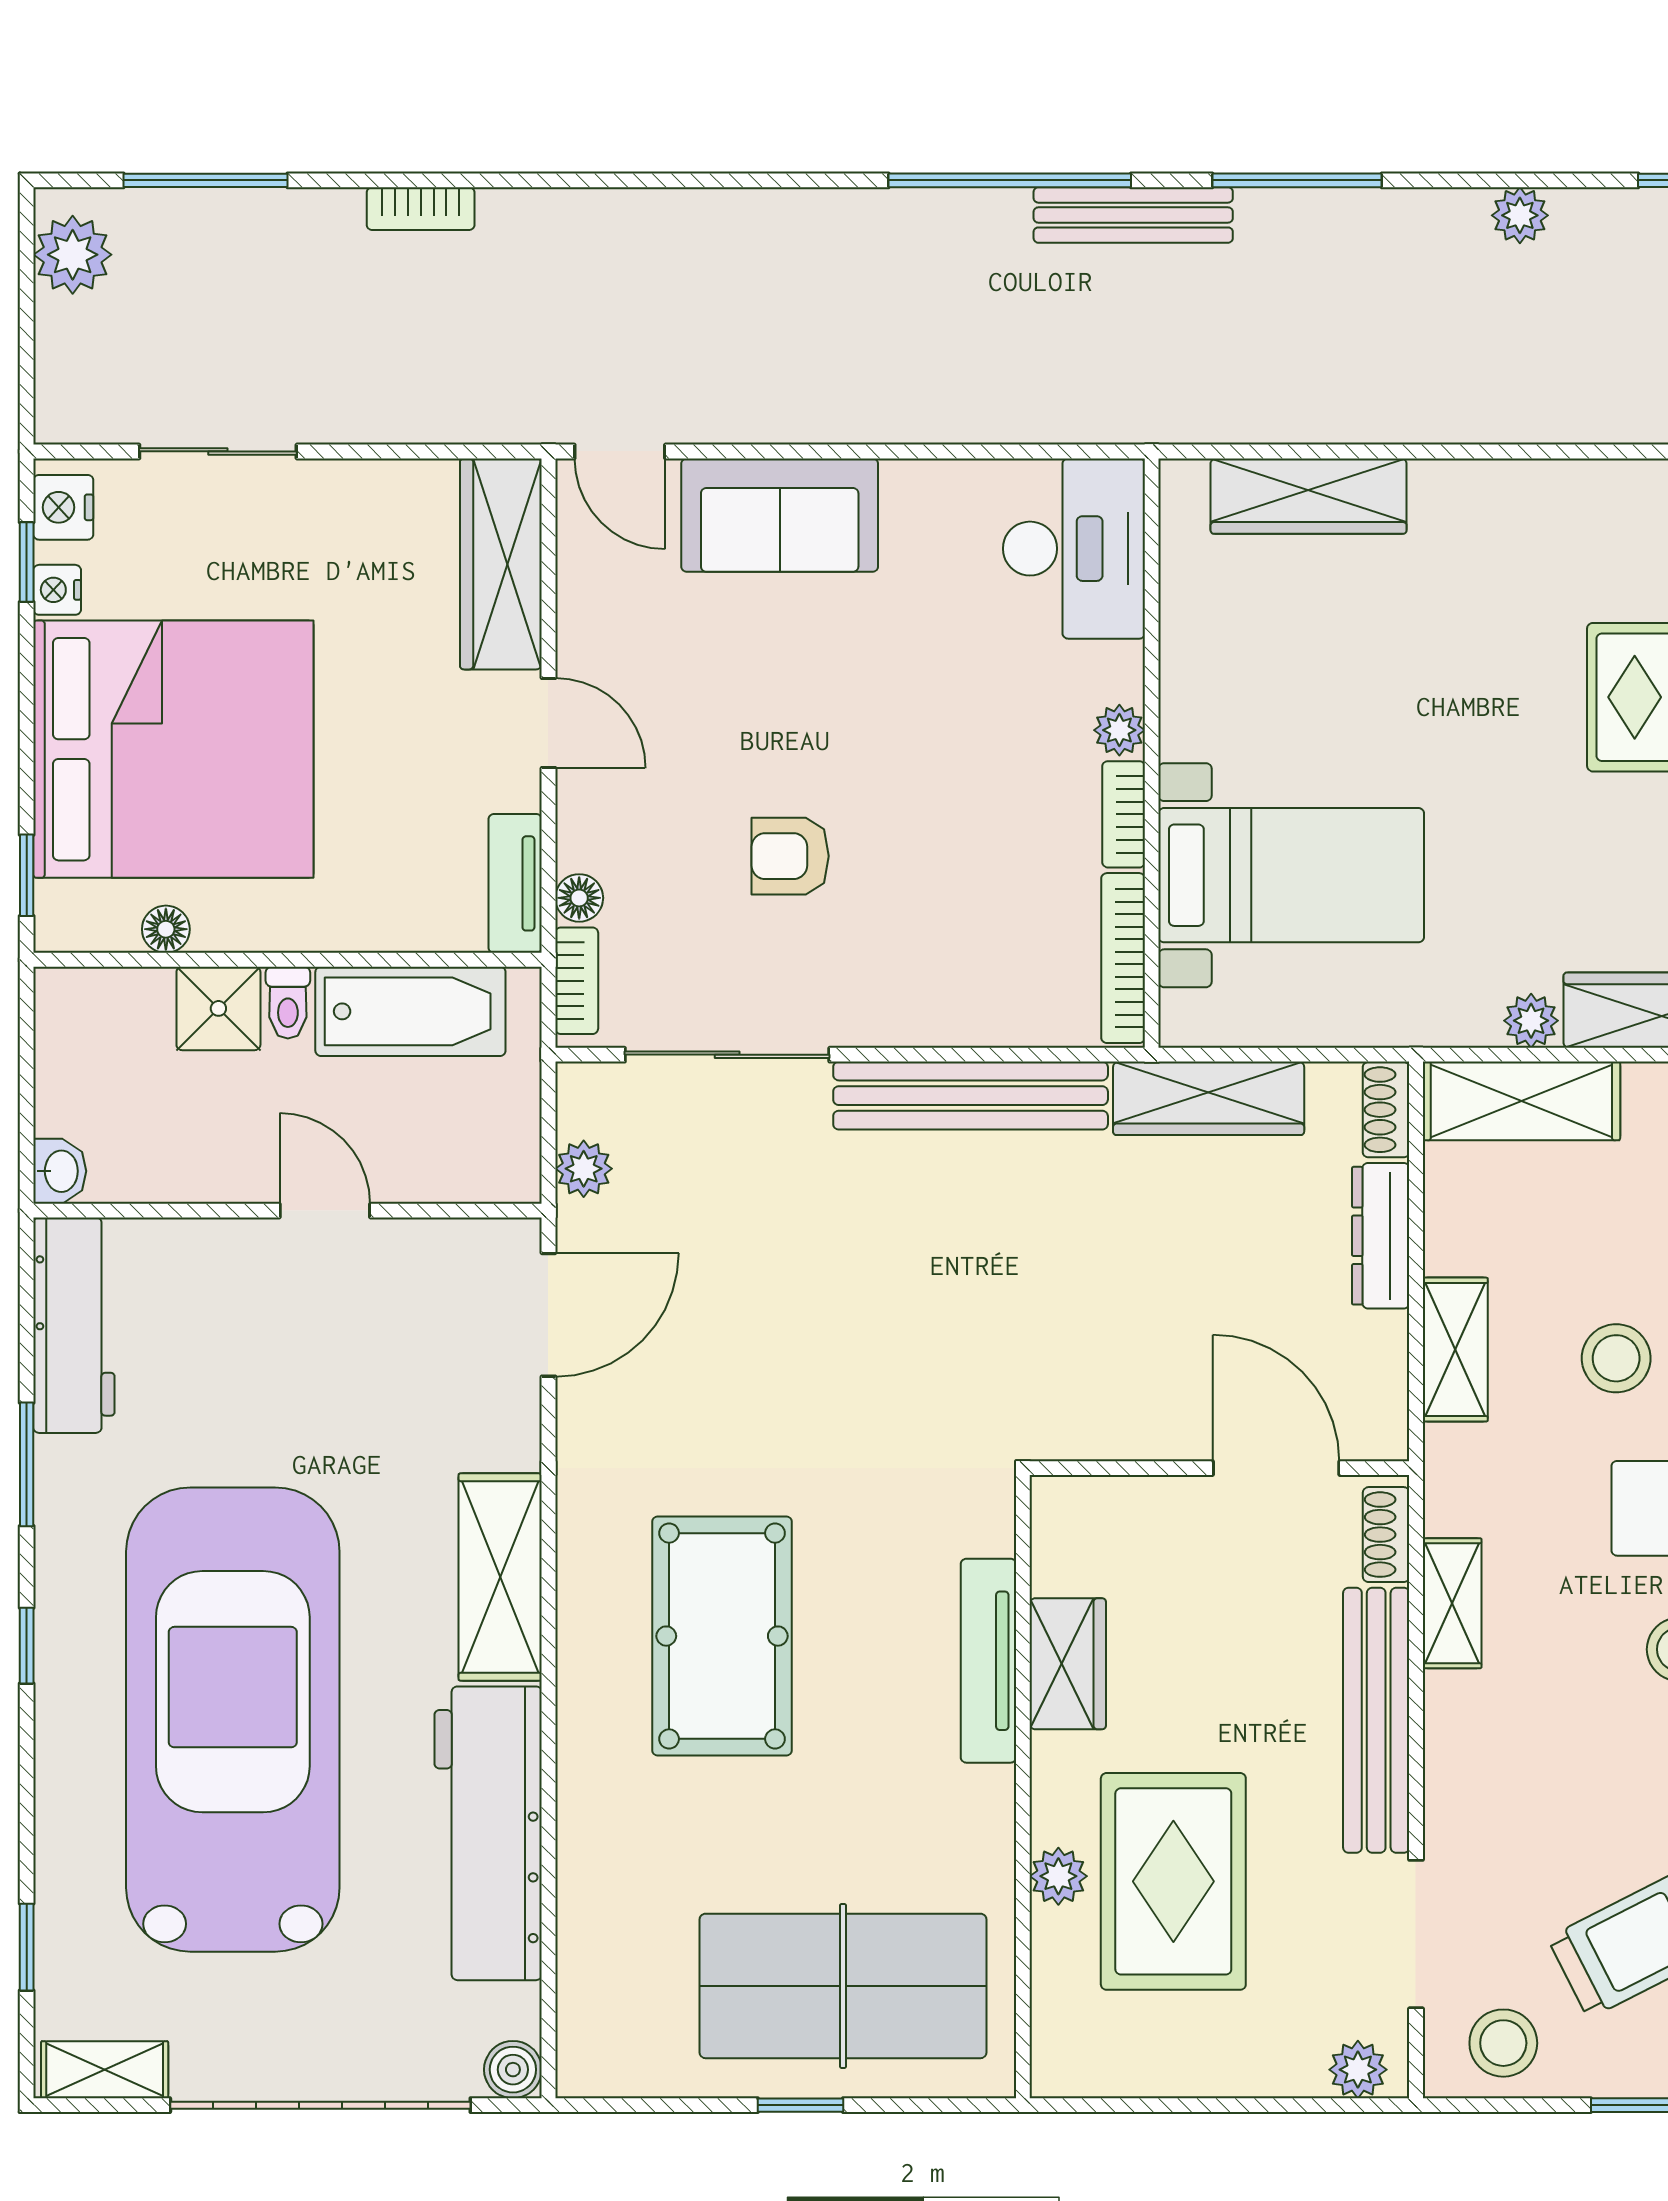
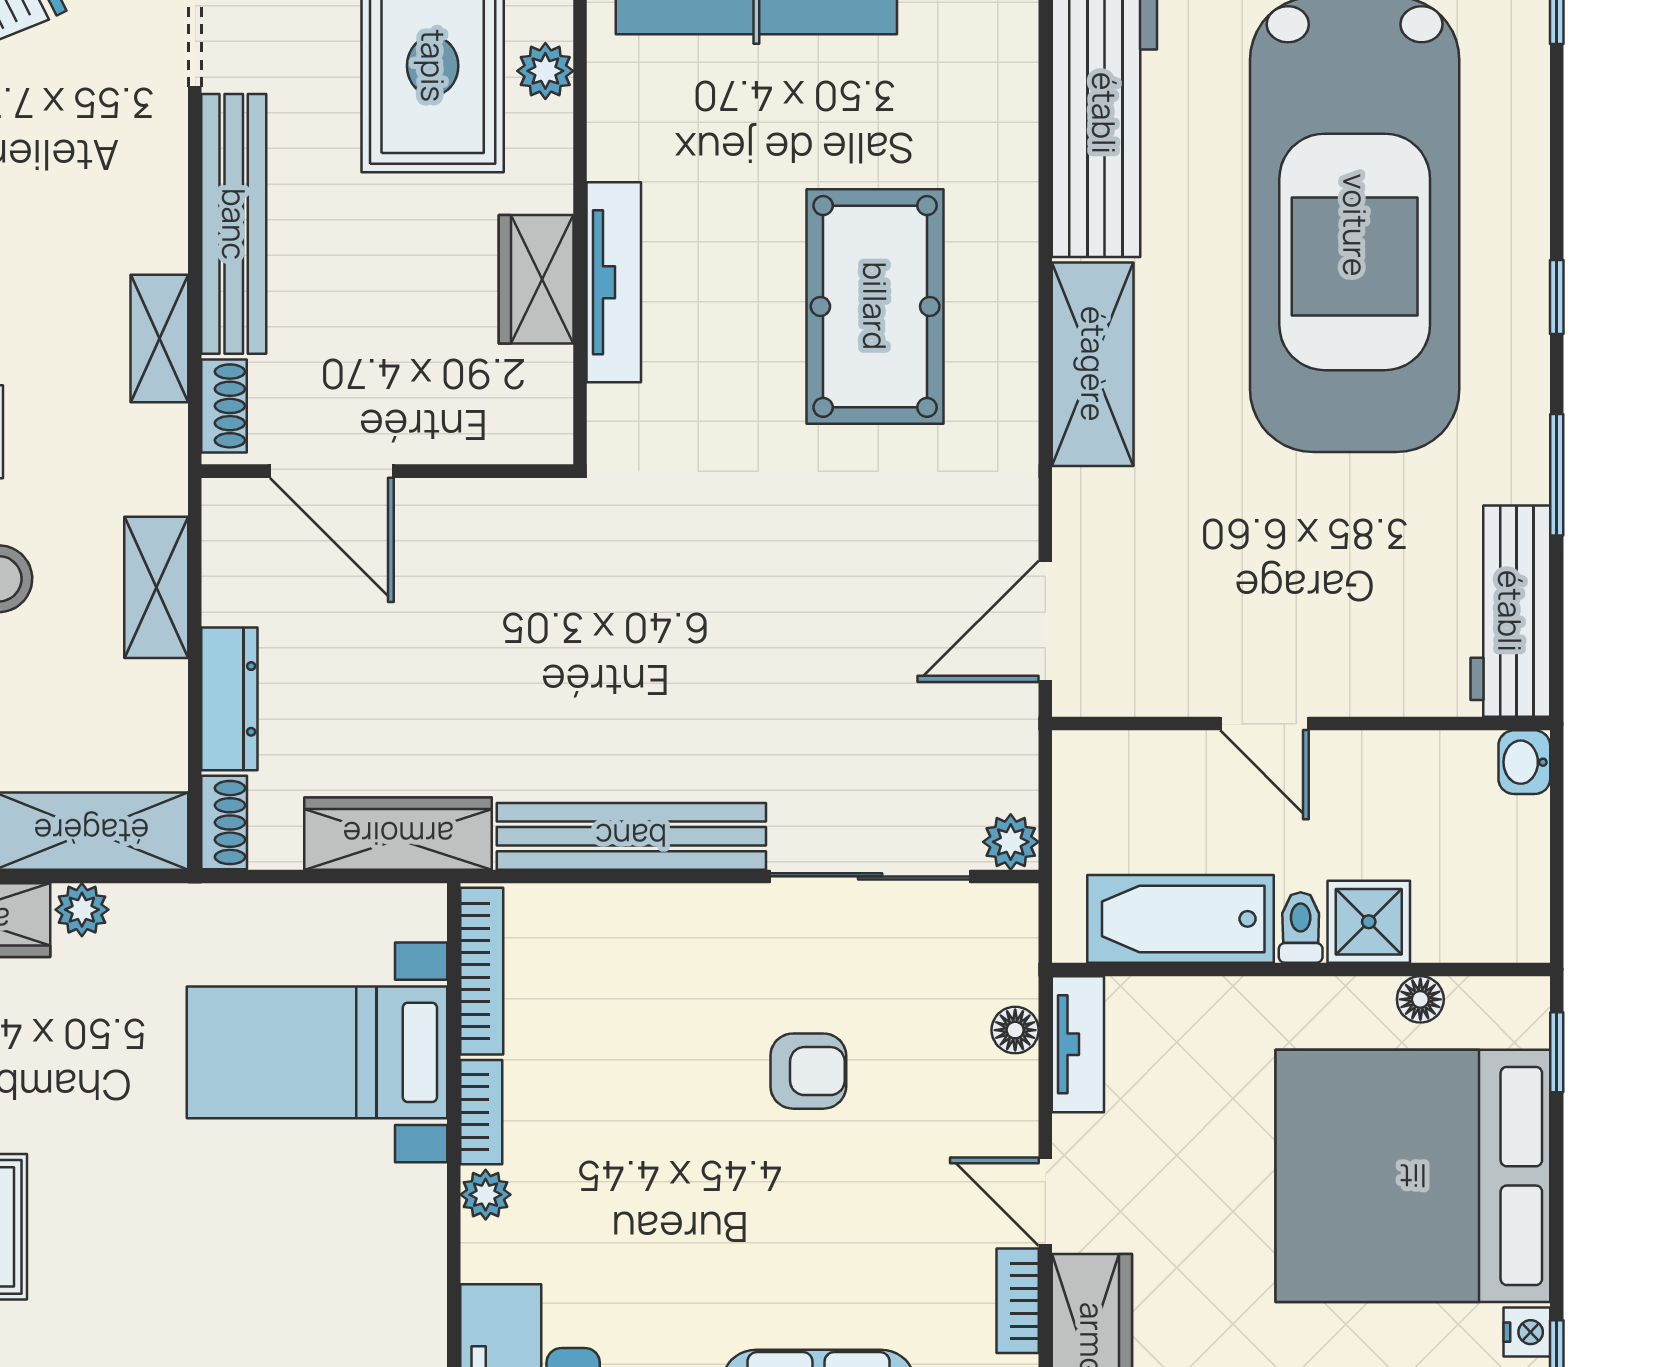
bookcase: (577, 981) -> (1018, 1301), moved
plant: (584, 1169) -> (1011, 842), moved

